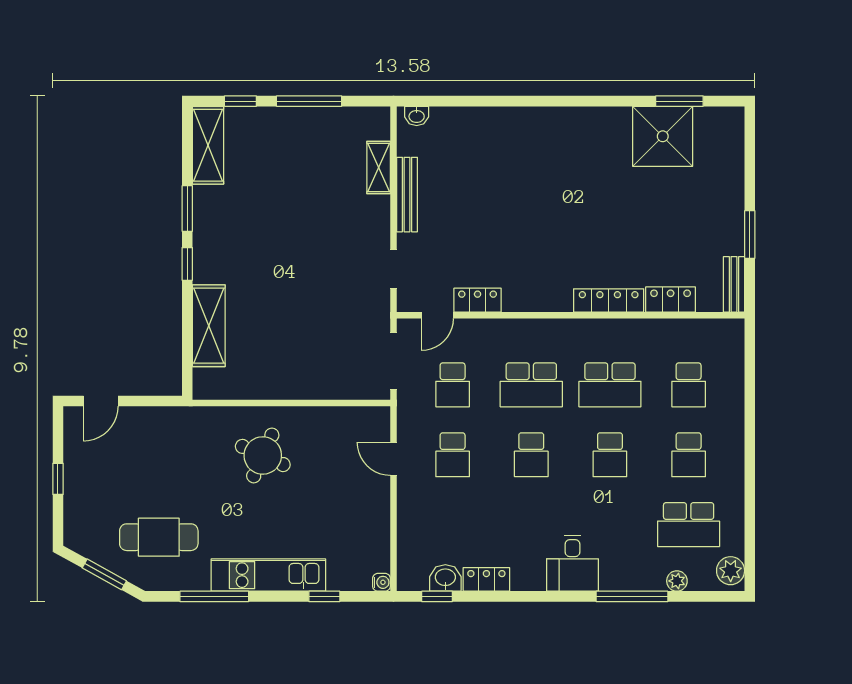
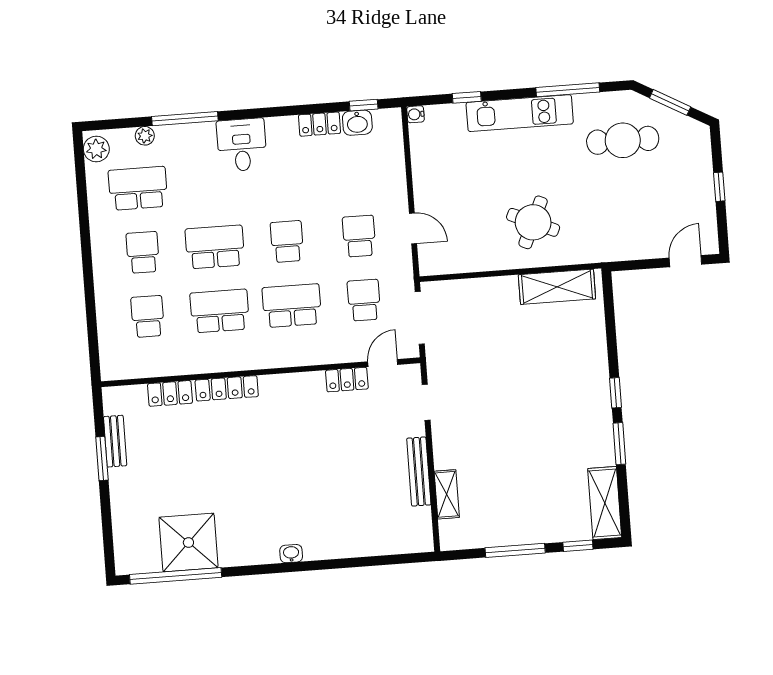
window: (679, 101) -> (176, 576), width x2.11
washbasin: (417, 116) -> (291, 554), moved
bench: (734, 284) -> (115, 441), moved
shelving: (209, 326) -> (557, 287), moved, turned 90
school desk: (610, 455) -> (215, 247), width x1.85

